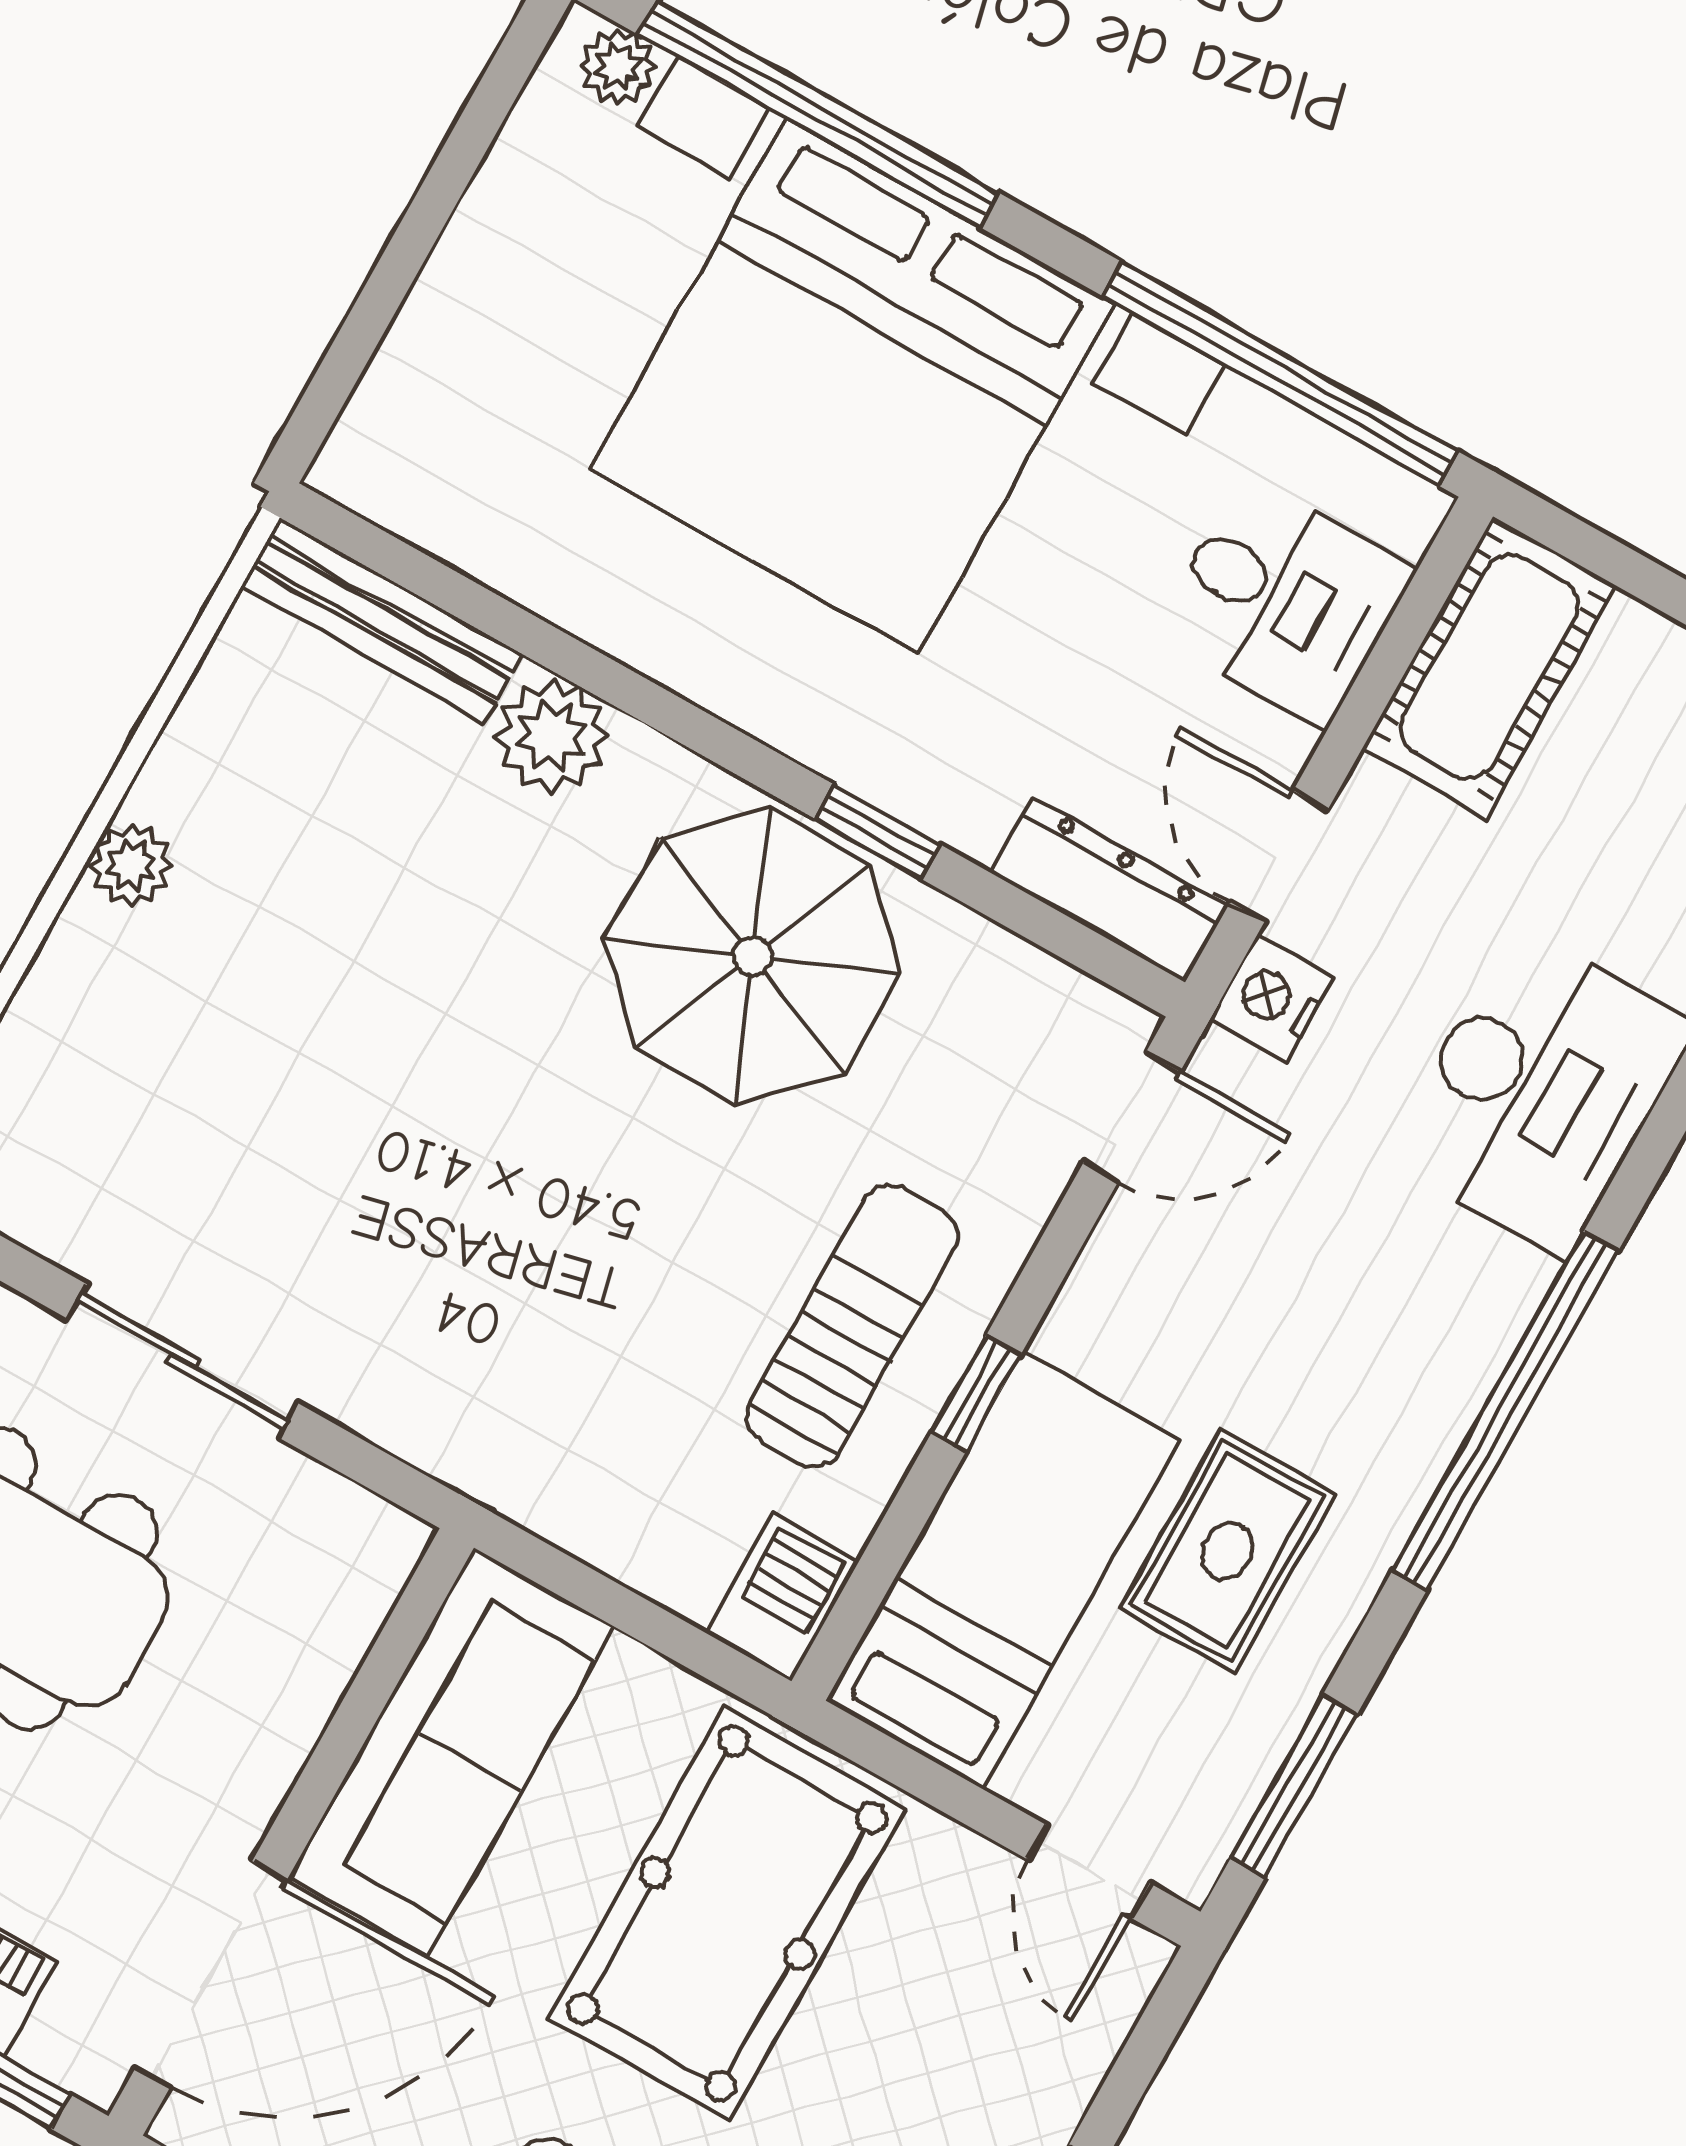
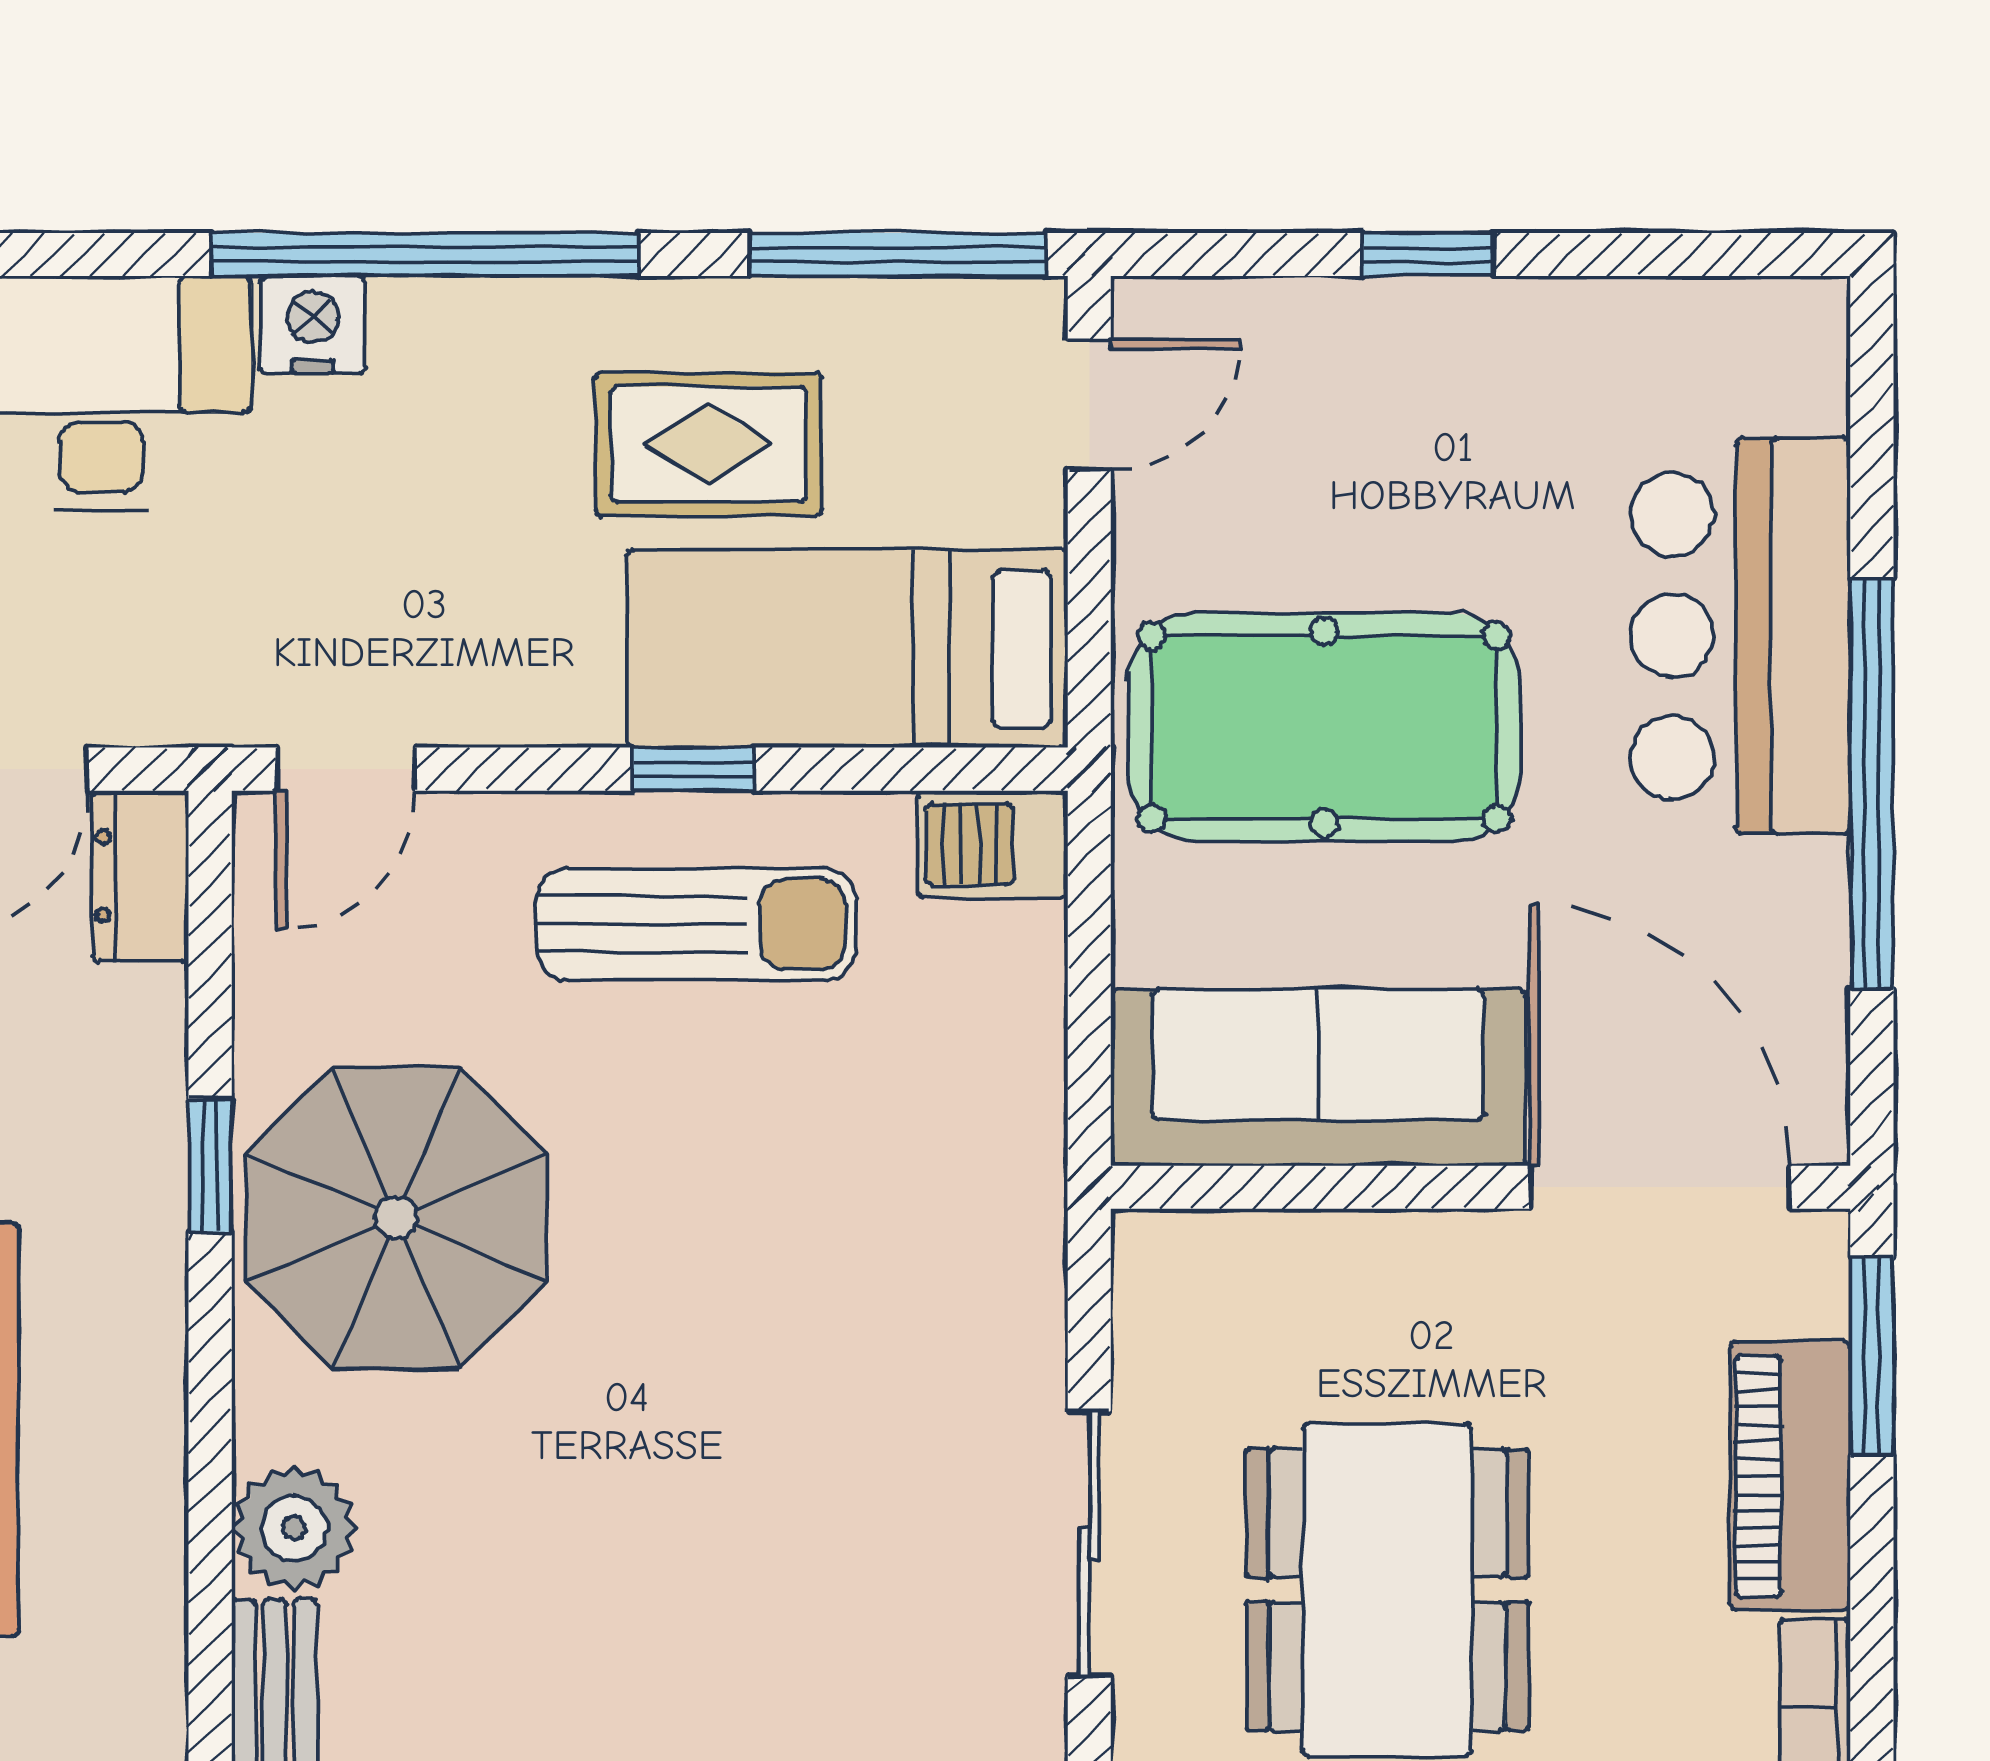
dresser: (1109, 890) -> (141, 876), width x0.70
nightstand: (1272, 999) -> (313, 325), moved, turned 180
door: (1132, 1117) -> (346, 769), swing flipped
sun lounger: (852, 1326) -> (696, 924), turned 180
window: (1294, 1786) -> (897, 254), width x1.44

